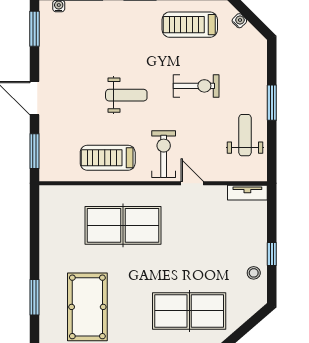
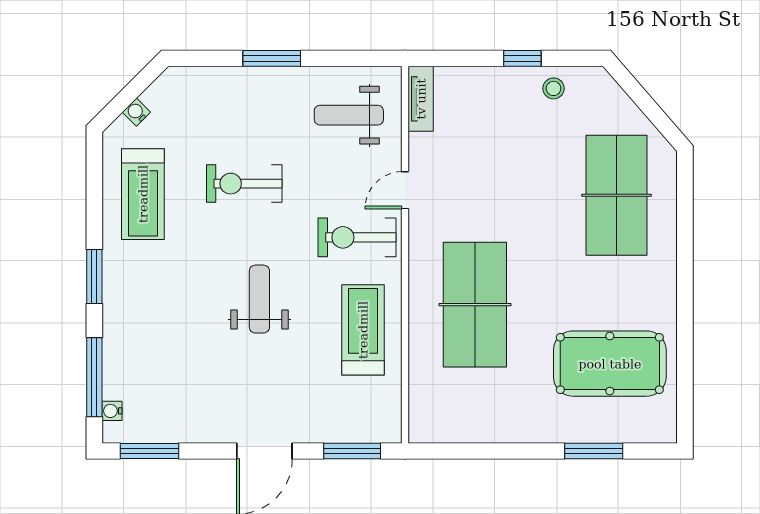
exercise bike: (196, 86) -> (244, 184), turned -90
weight bench: (245, 135) -> (349, 115), moved
treadmill: (108, 158) -> (363, 330), turned 180

